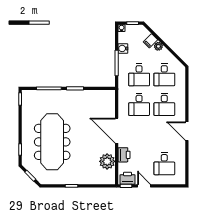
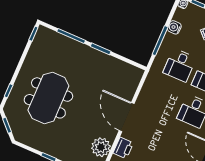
desk: (139, 104) -> (165, 99), removed
meeting table: (52, 142) -> (48, 98), width x0.73

